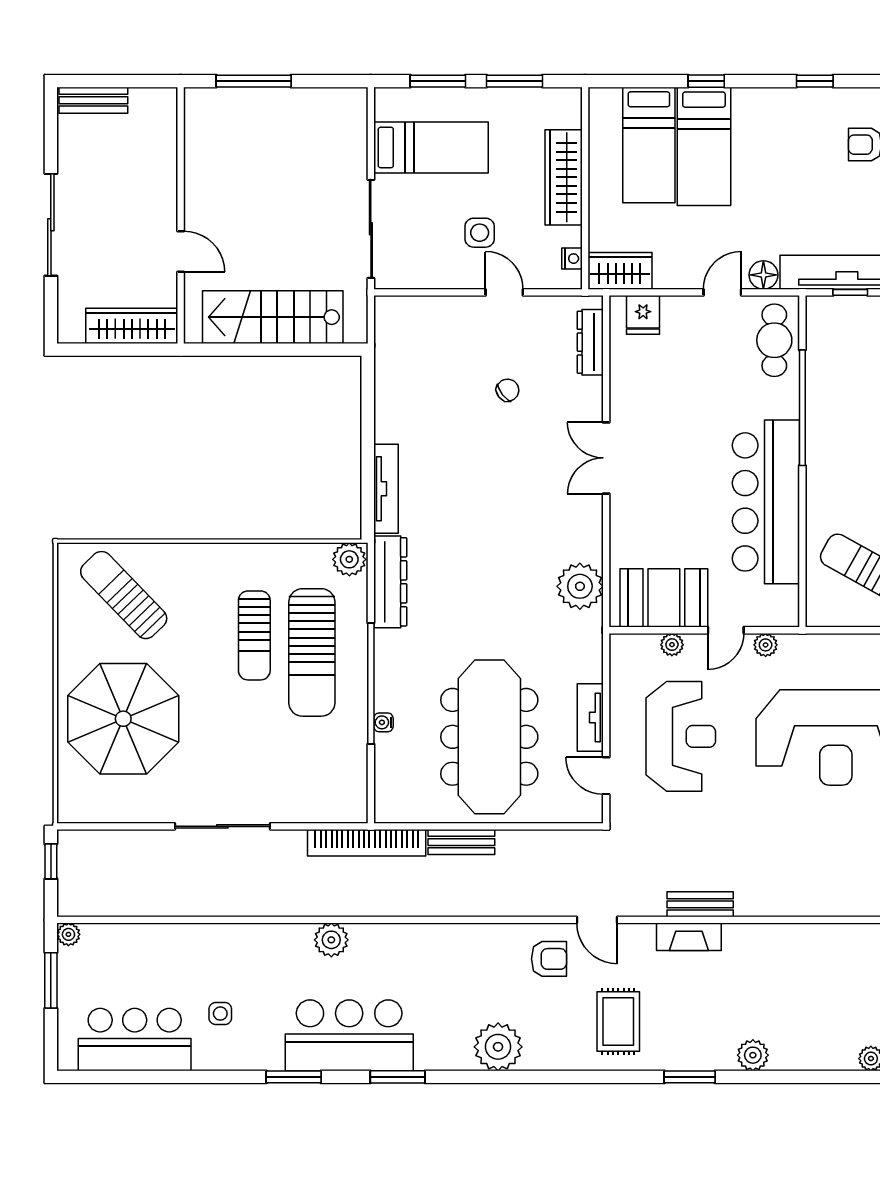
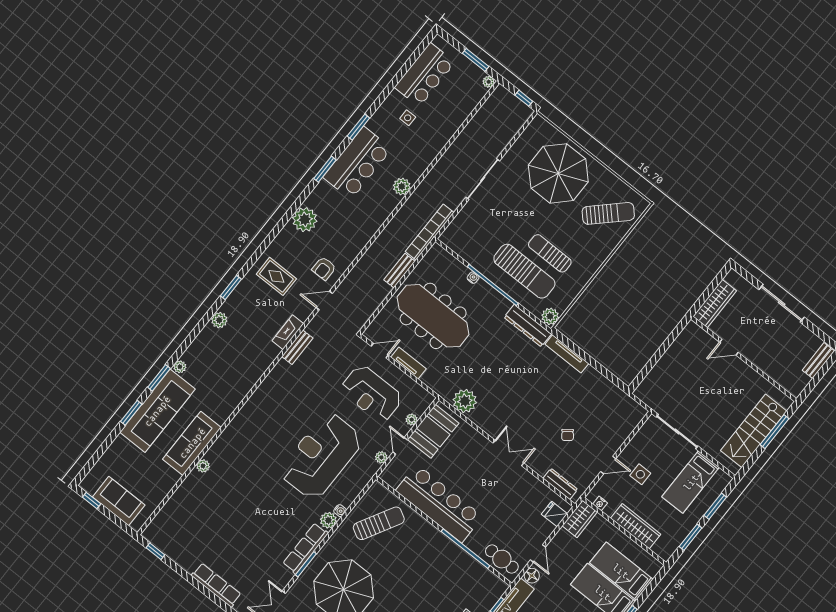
stairs: (273, 317) -> (754, 431), moved, turned 180
sun lounger: (312, 652) -> (524, 271), turned 180

